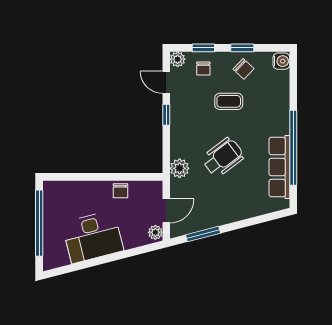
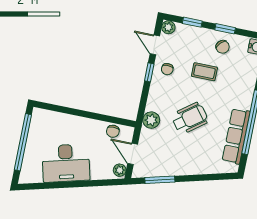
chair: (203, 69) -> (167, 69), moved
chair: (121, 191) -> (113, 131), moved
door: (166, 211) -> (133, 154), swing flipped

